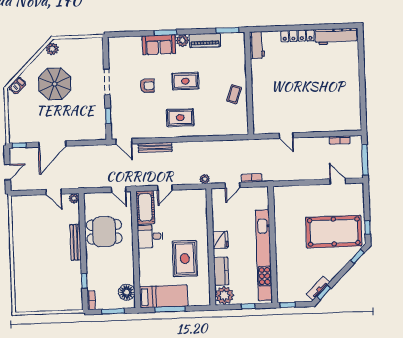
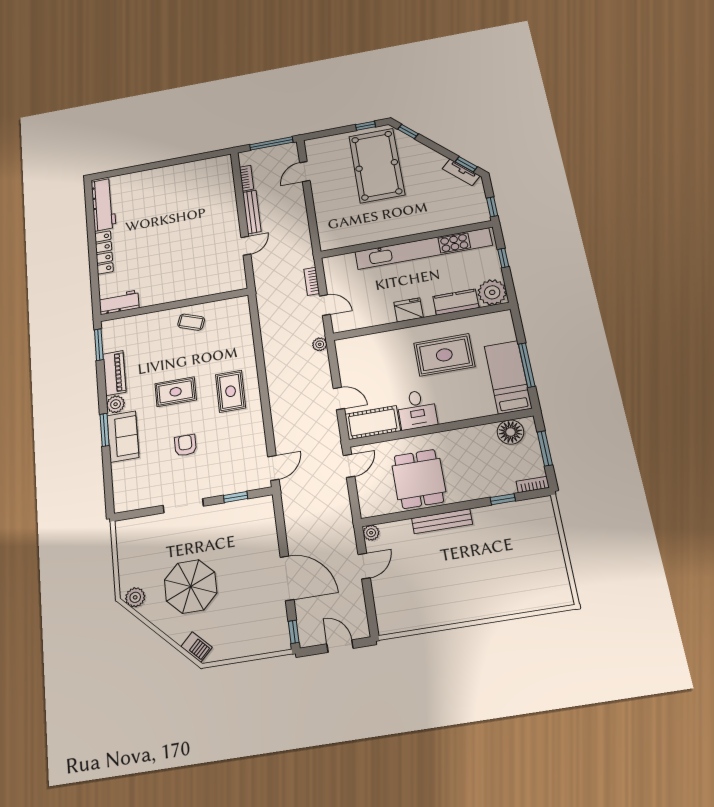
rug: (185, 81) -> (176, 392), turned 90
bench: (155, 147) -> (252, 212), moved

